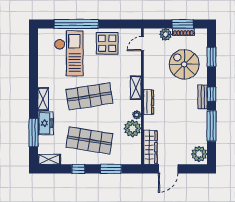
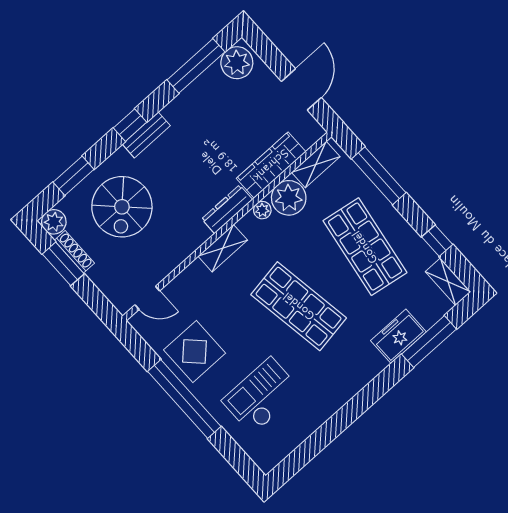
window: (76, 24) -> (184, 399), moved
plant: (166, 34) -> (54, 222), moved
checkout: (69, 53) -> (262, 396), width x0.73, depth x0.83
shelving: (43, 99) -> (316, 165), moved
window: (212, 126) -> (196, 66), moved
wardrobe: (150, 147) -> (271, 165), moved
window: (78, 169) -> (437, 241), moved
window: (111, 169) -> (379, 176), width x1.44
door: (168, 169) -> (301, 89), hinge flipped

